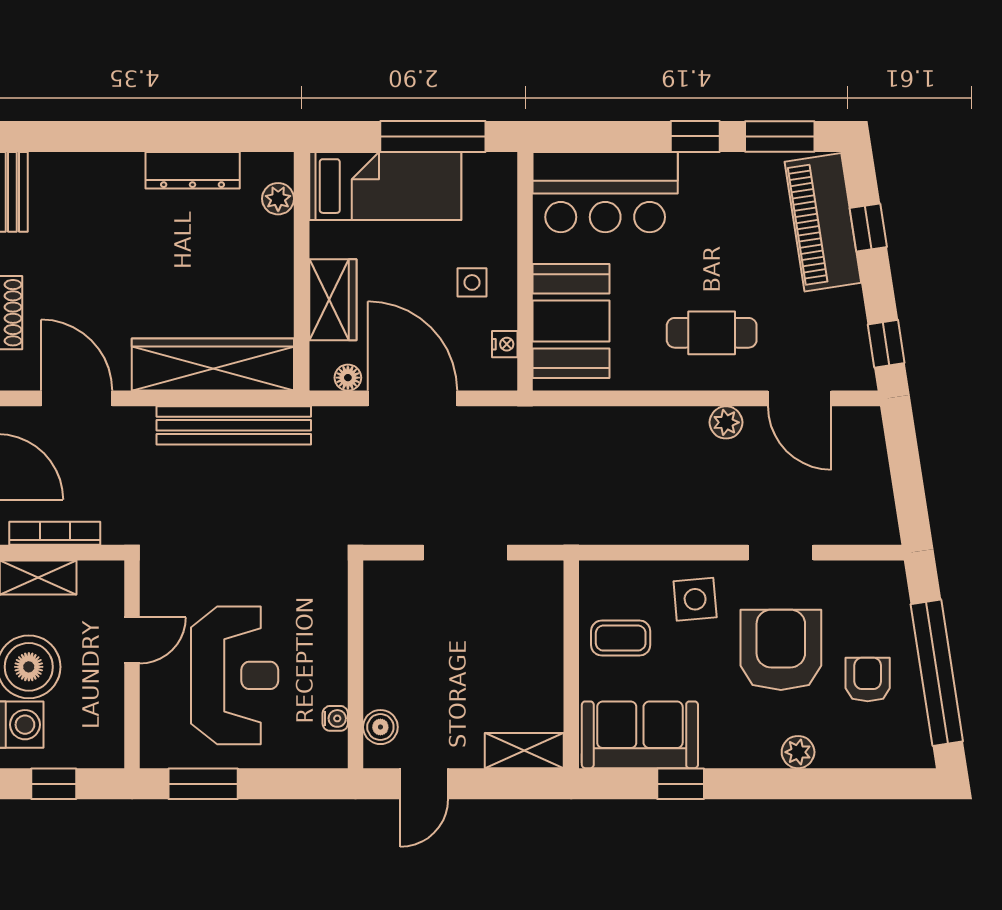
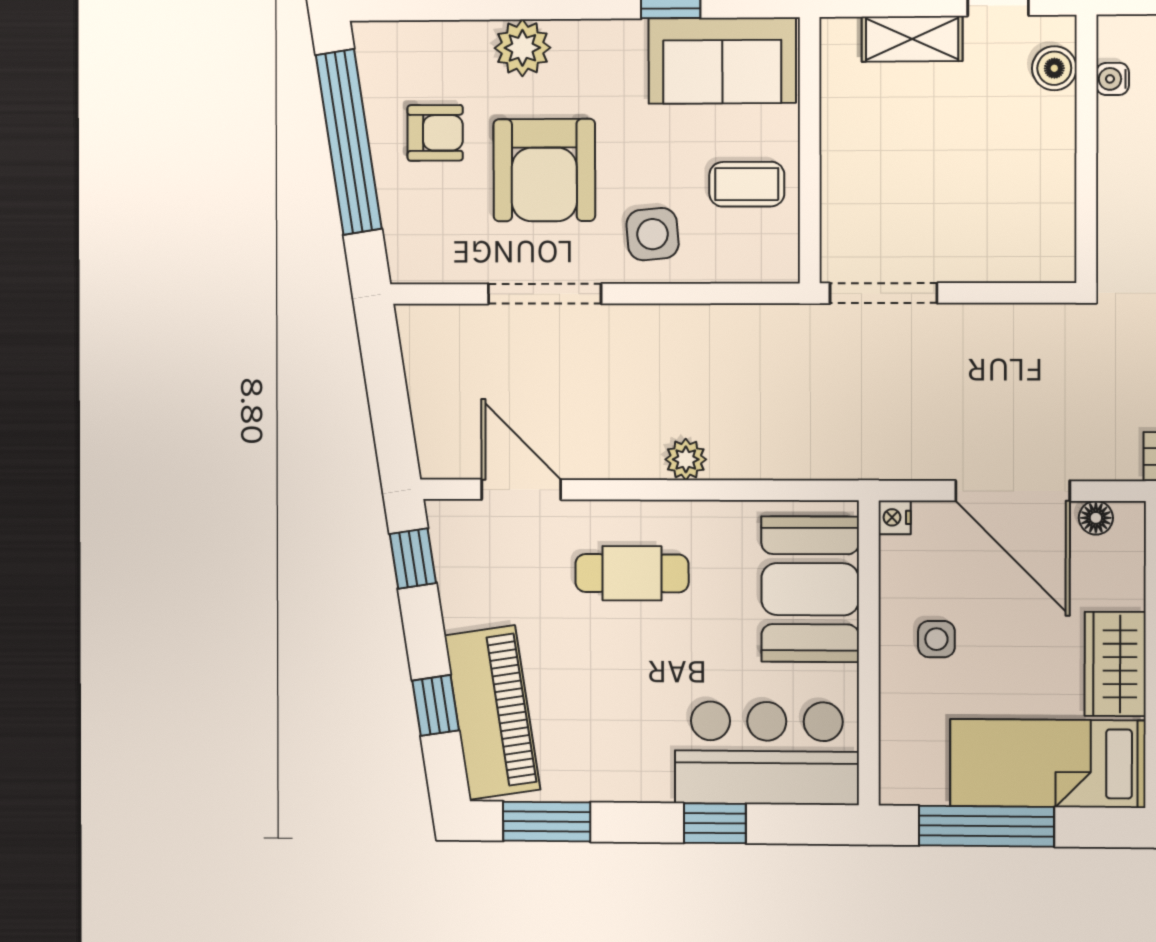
window: (695, 136) -> (715, 823), moved
wardrobe: (333, 300) -> (1115, 664), moved
nightstand: (505, 344) -> (895, 517), moved
plant: (726, 422) -> (686, 459), moved
doorway: (465, 553) -> (884, 293), moved
doorway: (781, 553) -> (545, 294), width x1.38
armchair: (868, 680) -> (435, 133), turned -90
shelving: (524, 751) -> (912, 39), moved
plant: (798, 752) -> (522, 48), width x1.38, depth x1.38

